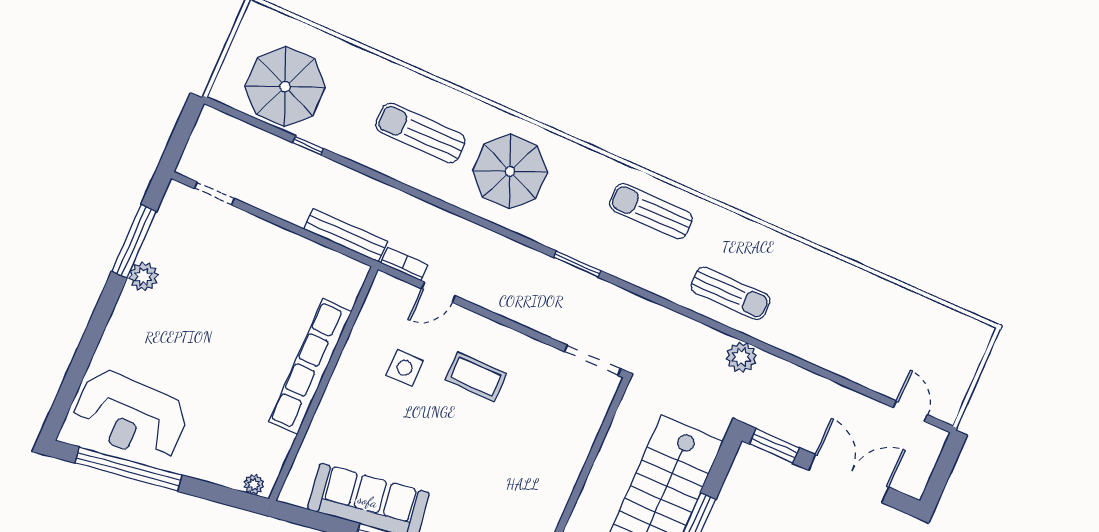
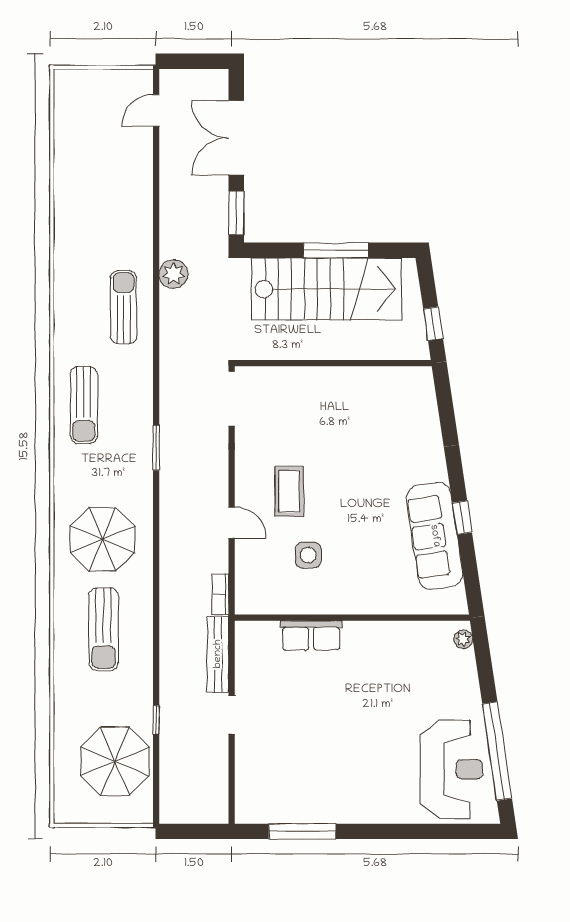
doorway: (214, 193) -> (232, 715), moved
plant: (143, 277) -> (329, 810), removed
door: (438, 292) -> (232, 523), moved
row of seats: (310, 366) -> (311, 635), width x0.50

